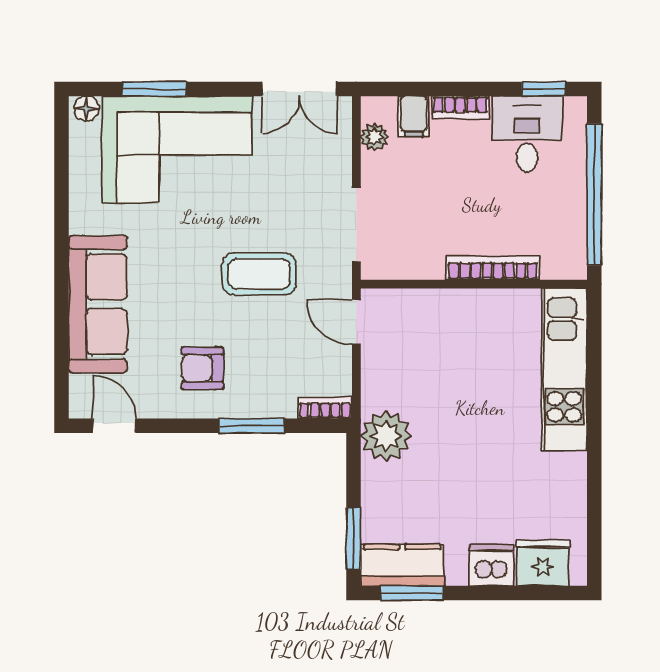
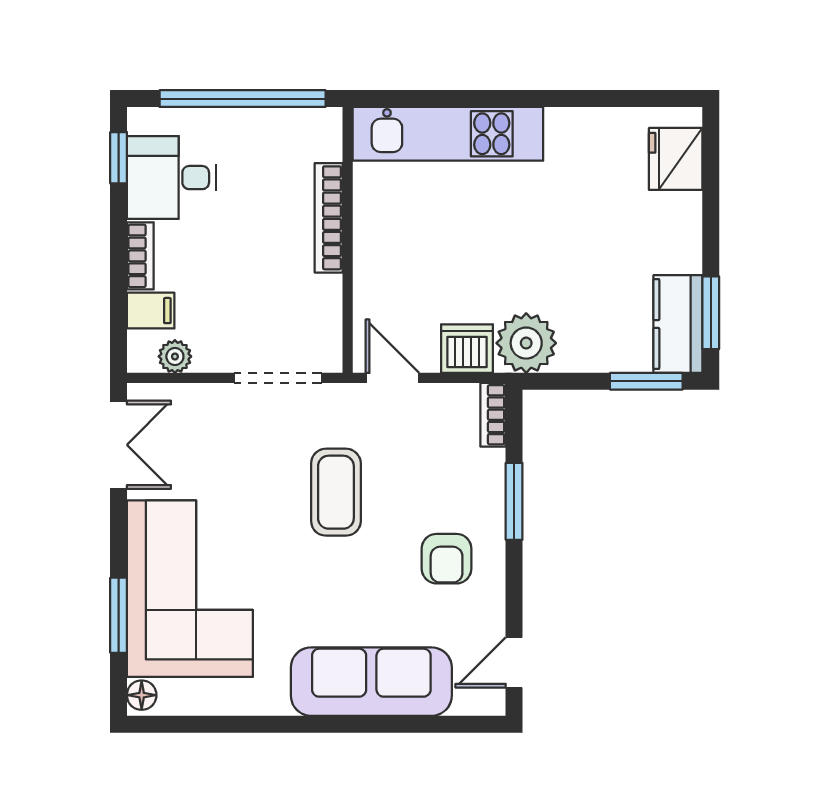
door: (356, 322) -> (392, 378), swing flipped
dishwasher: (491, 565) -> (467, 349), moved, turned 90

